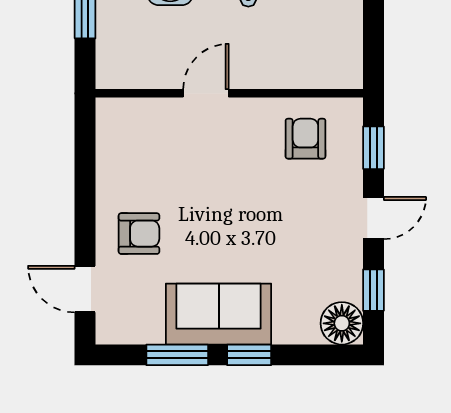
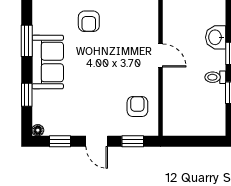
armchair: (305, 139) -> (137, 106), turned -90
floor lamp: (342, 323) -> (38, 130), width x0.53, depth x0.53
window: (249, 355) -> (27, 95), moved

